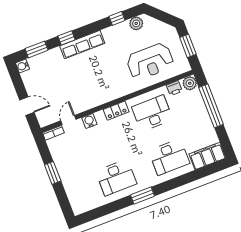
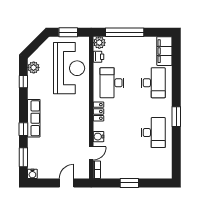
reception desk: (150, 61) -> (69, 68), width x1.36, depth x1.30
door: (68, 120) -> (91, 153), swing flipped

